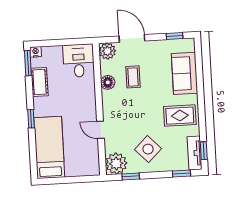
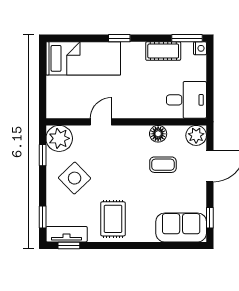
sofa: (185, 73) -> (181, 227), moved

